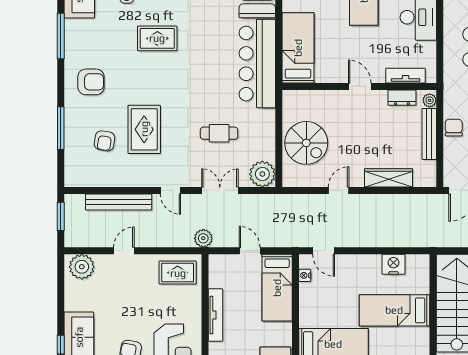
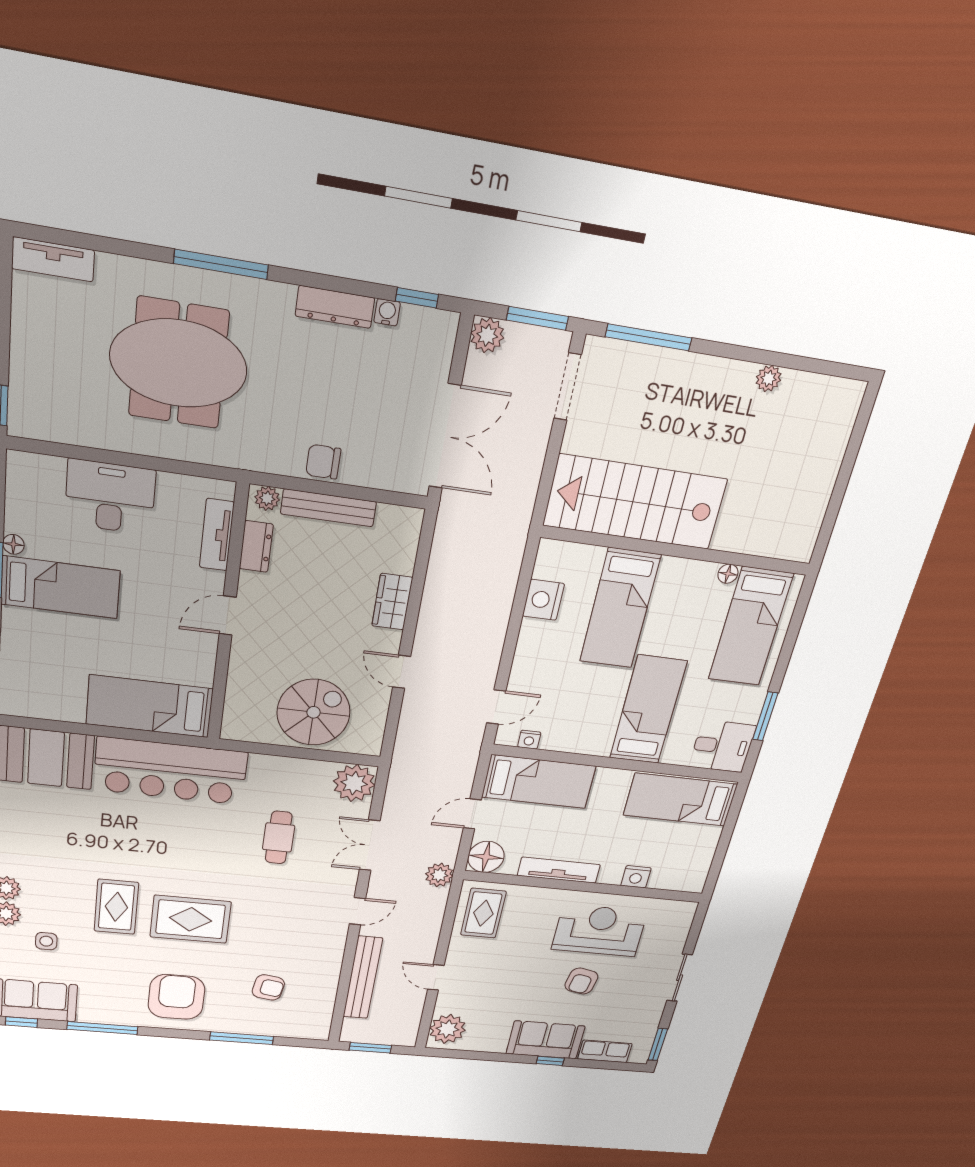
armchair: (91, 82) -> (176, 997), width x1.36, depth x1.36
rug: (144, 129) -> (191, 919), moved
wardrobe: (389, 178) -> (392, 602), width x0.67
floor lamp: (220, 266) -> (486, 857), added

